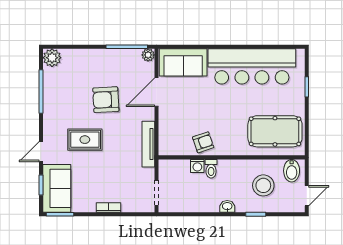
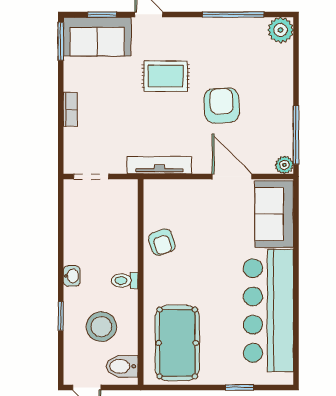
rug: (85, 140) -> (166, 76), turned 90
washing machine: (197, 166) -> (129, 234), removed
toilet: (211, 169) -> (125, 281), moved

